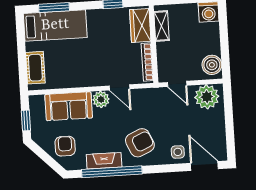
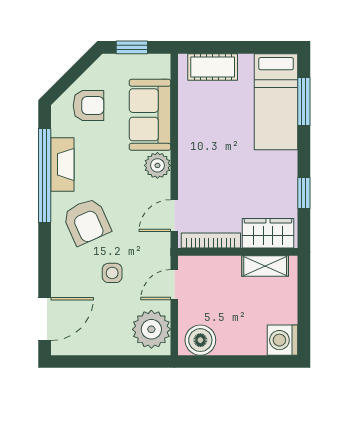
door: (119, 87) -> (174, 216), moved
side table: (178, 152) -> (112, 273), moved

